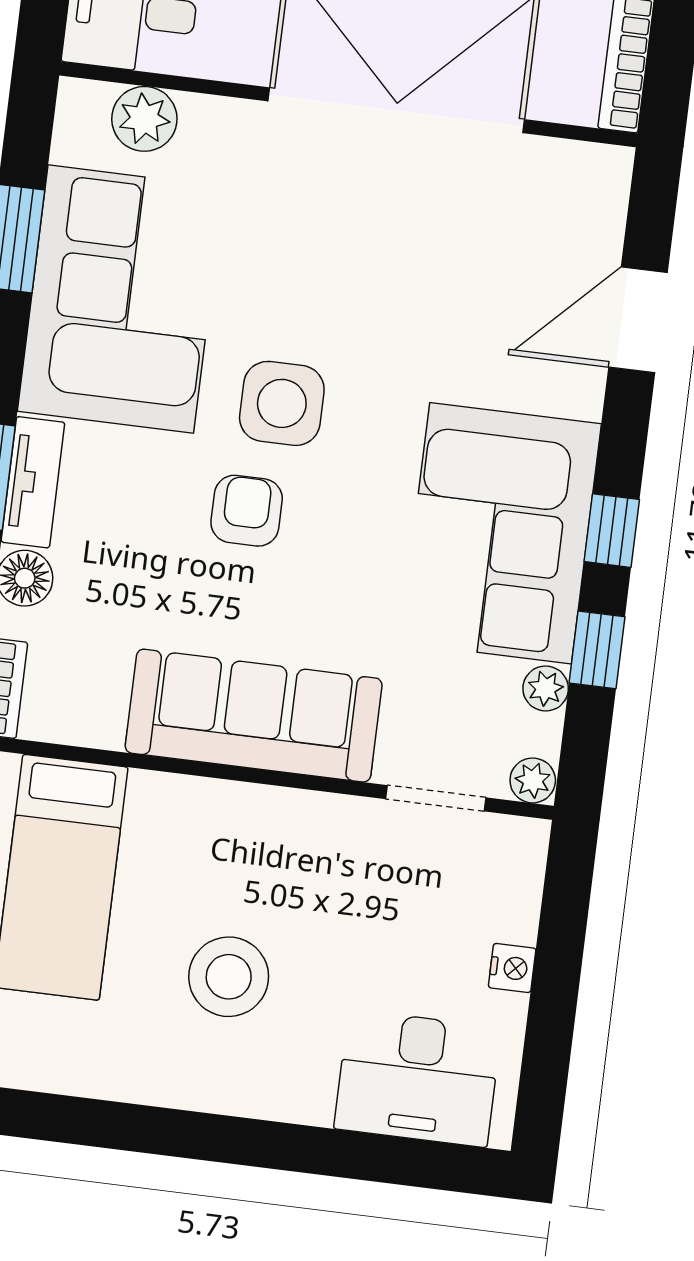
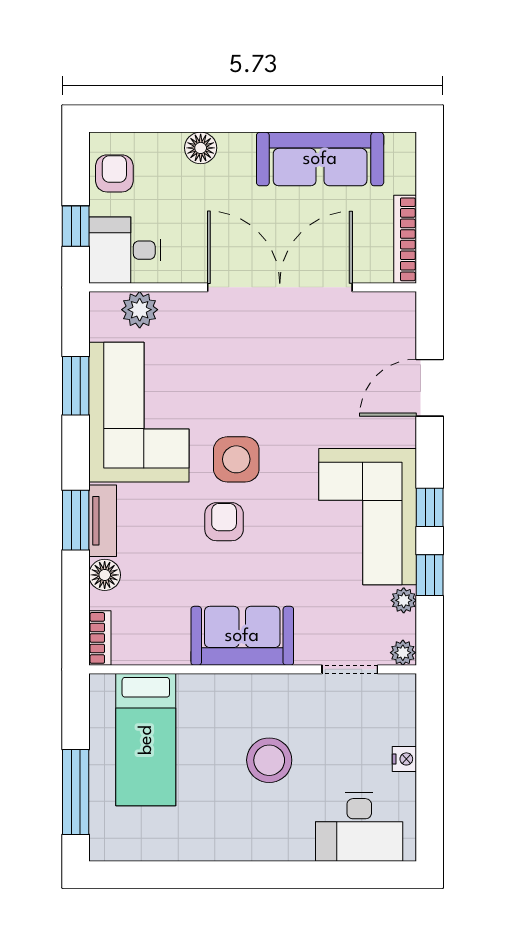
sofa: (254, 716) -> (242, 636), width x0.73
stool: (229, 977) -> (269, 760), moved

